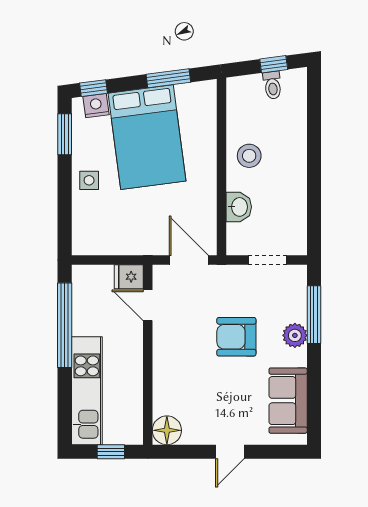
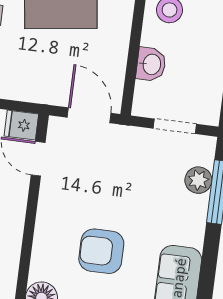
plant: (295, 335) -> (198, 180), moved
armchair: (236, 337) -> (101, 251), moved

